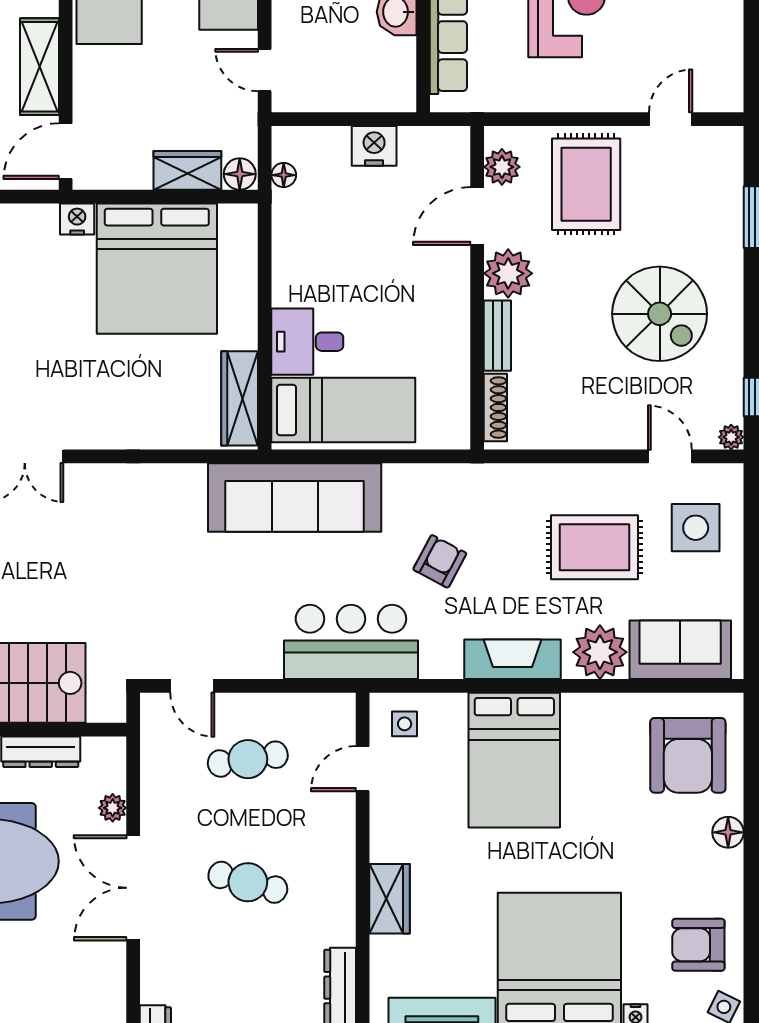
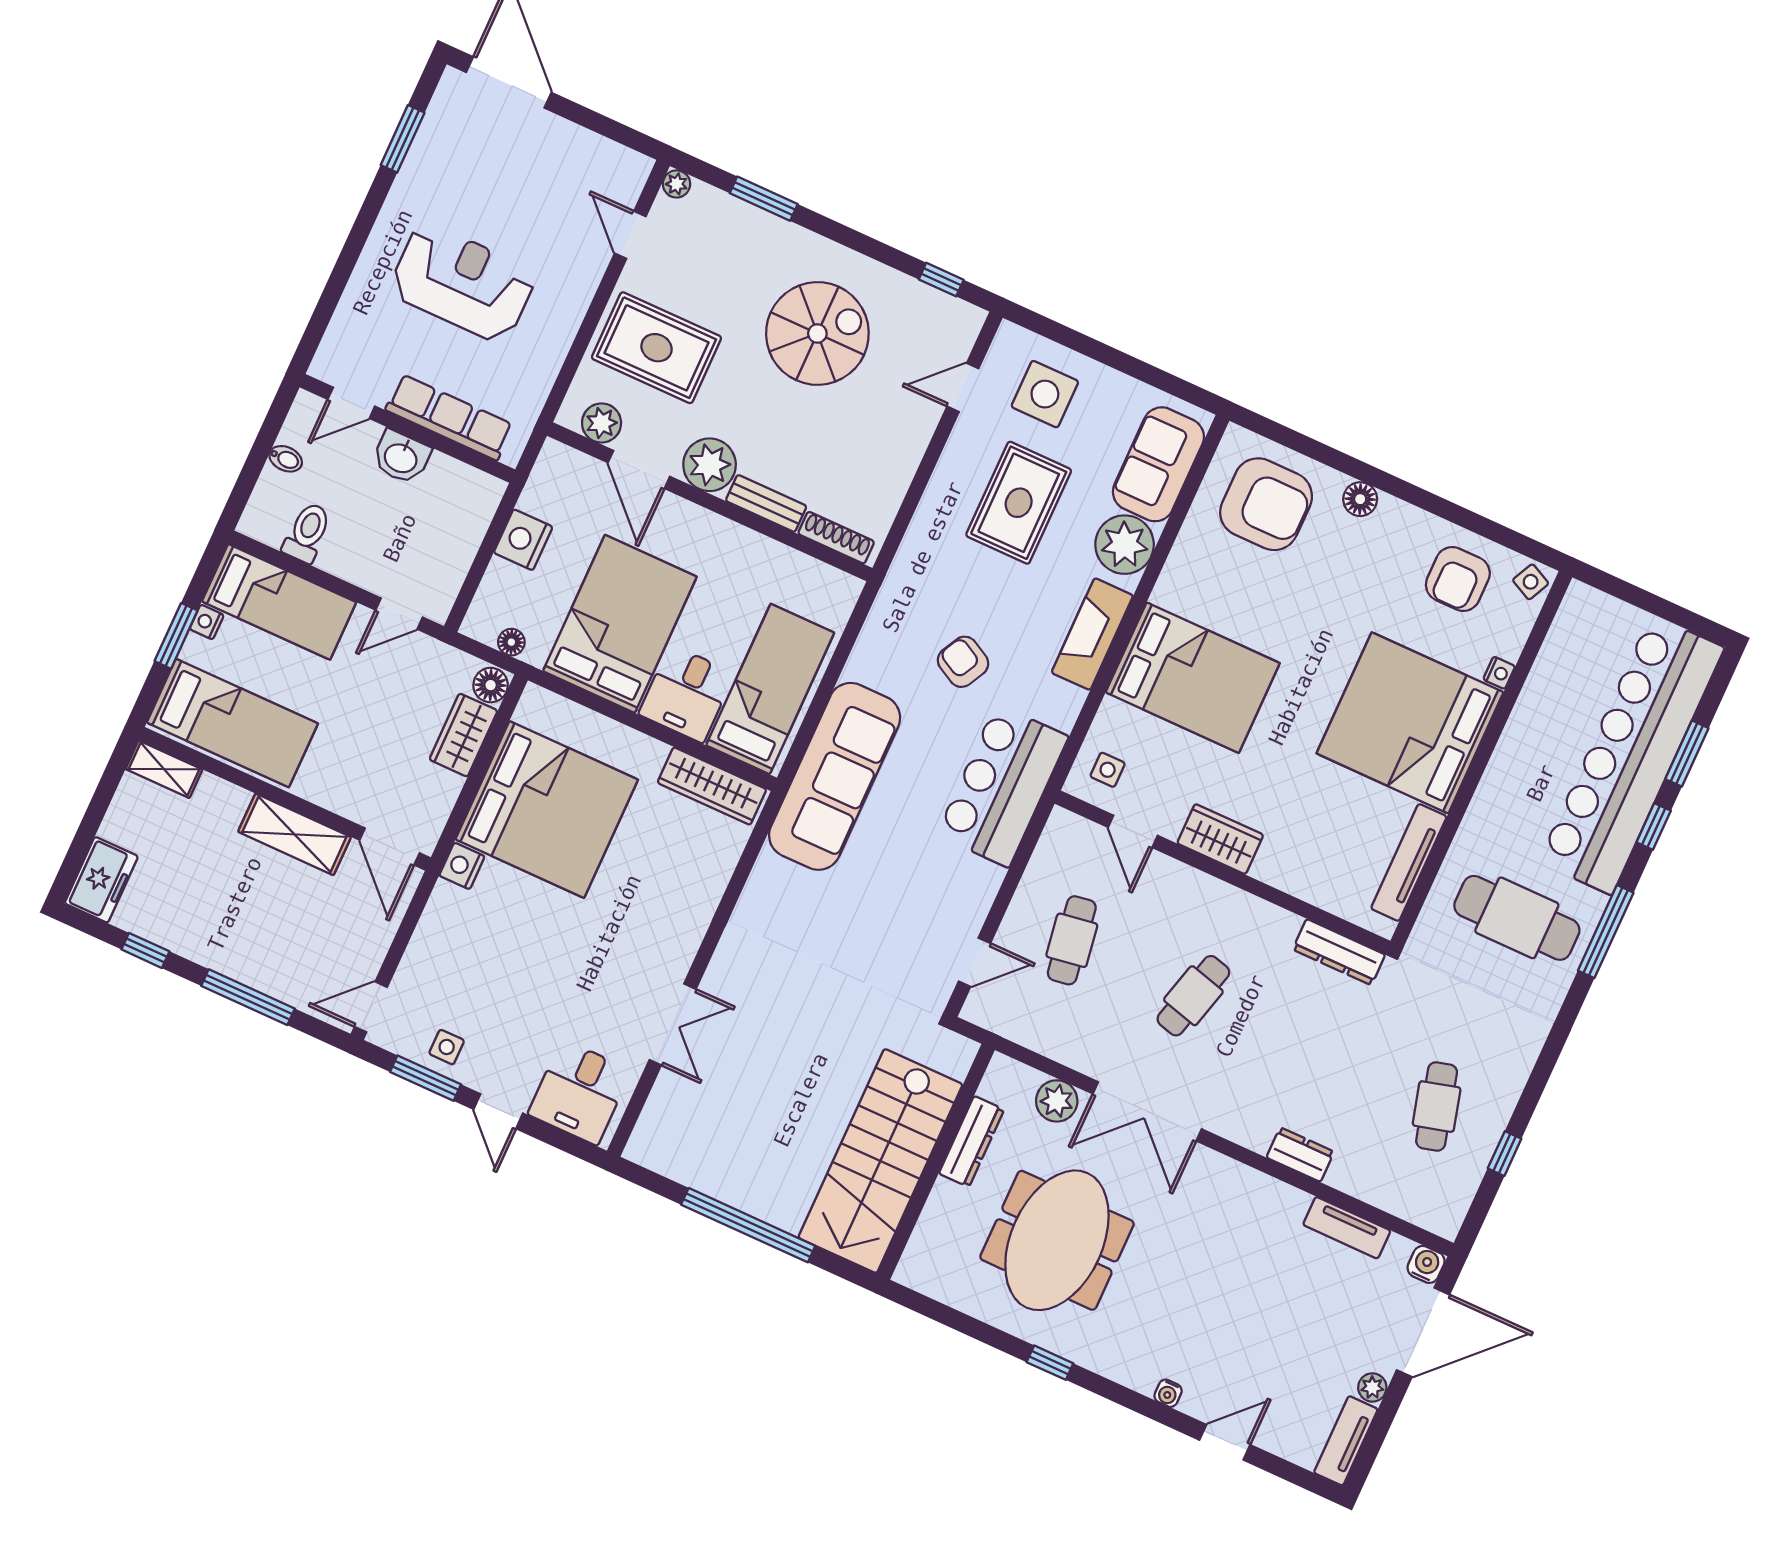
bed: (340, 259) -> (620, 624), added
plant: (731, 437) -> (676, 184), moved
plant: (113, 808) -> (1057, 1101), width x1.38, depth x1.38
wardrobe: (389, 899) -> (1220, 839), moved

